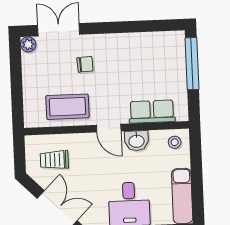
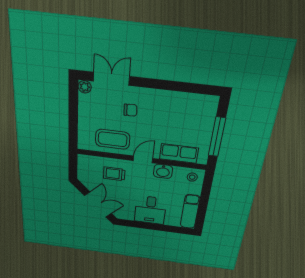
window: (192, 64) -> (217, 137), moved
door: (109, 128) -> (143, 159), swing flipped
trolley: (54, 160) -> (114, 174), moved

